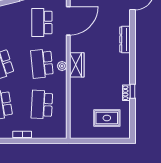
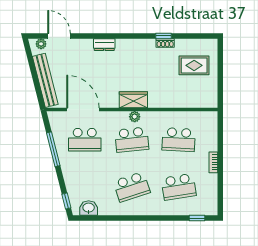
dresser: (125, 39) -> (104, 45), width x0.70
rug: (107, 118) -> (194, 65), turned 90

